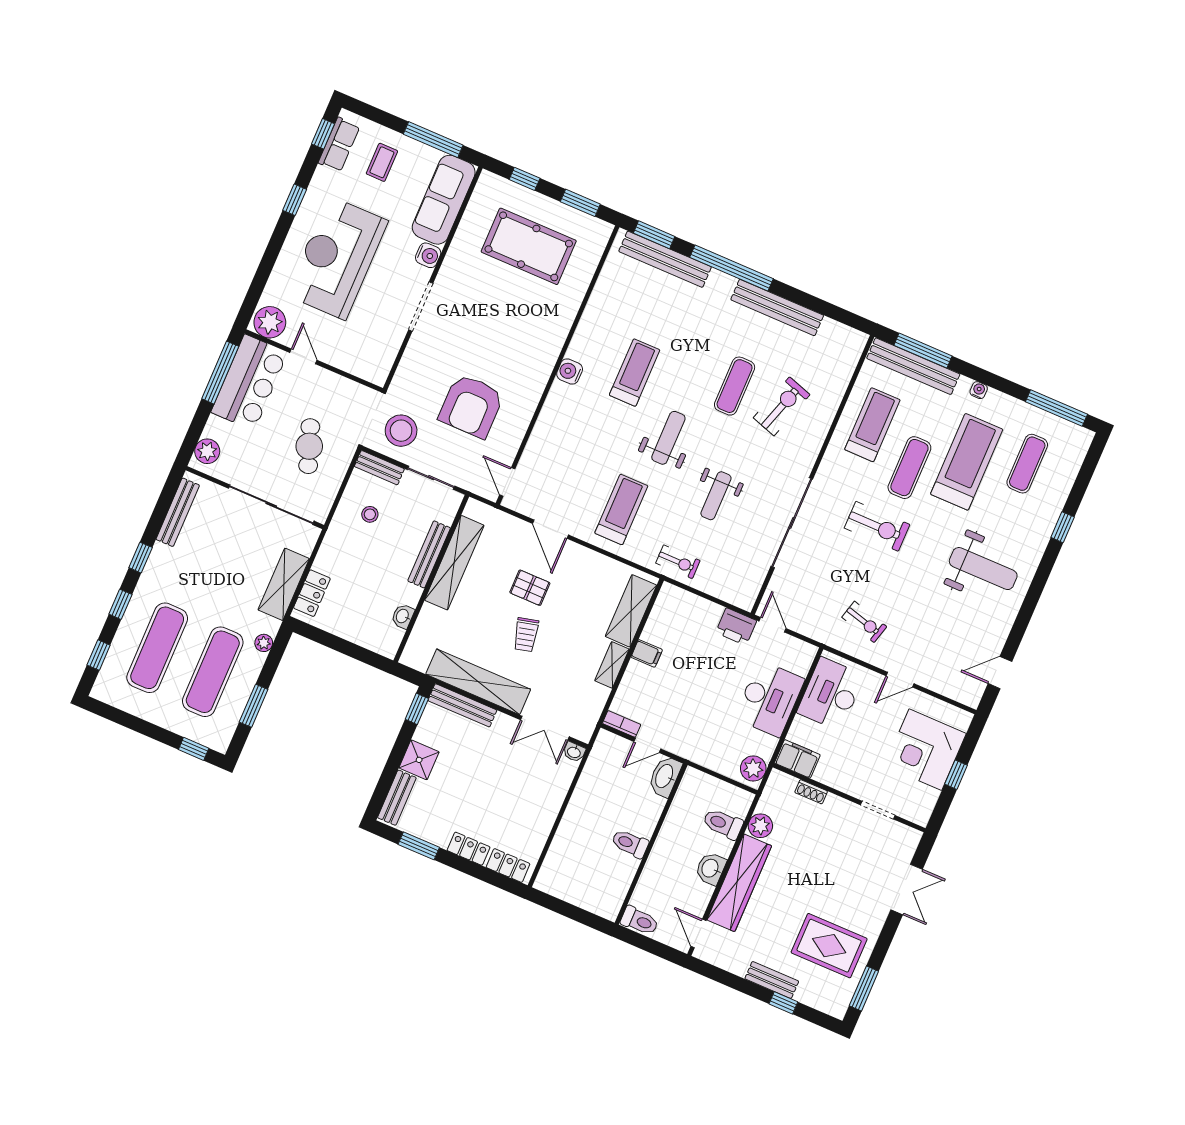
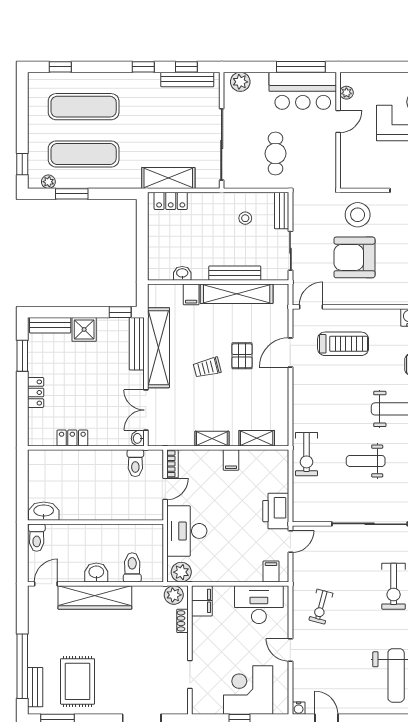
plant: (270, 322) -> (346, 93), width x0.53, depth x0.53
stool: (401, 431) -> (358, 215), moved
cafe table: (309, 446) -> (275, 154), turned -70
treadmill: (621, 509) -> (343, 344), moved
exercise bike: (678, 562) -> (307, 454), width x1.38, depth x1.39
window: (120, 604) -> (186, 67), moved
shelving: (631, 611) -> (257, 438), width x0.67, depth x0.75
filing cabinet: (432, 616) -> (191, 294), added
printer: (736, 627) -> (276, 511), width x1.37, depth x1.19
plant: (264, 643) -> (48, 182), moved
filing cabinet: (798, 663) -> (271, 571), added
desk: (769, 699) -> (187, 531), moved, turned 90
water cooler: (972, 700) -> (299, 708), added
door: (647, 745) -> (165, 489), swing flipped
washbasin: (665, 776) -> (44, 511), moved
plant: (760, 826) -> (174, 595), moved
toilet: (630, 844) -> (135, 463), moved, turned 180
locker: (508, 865) -> (72, 438), moved, turned -90
bench: (772, 980) -> (35, 687), moved
window: (783, 1003) -> (22, 666), width x3.17

